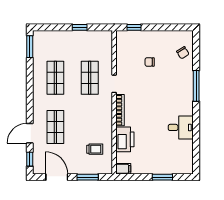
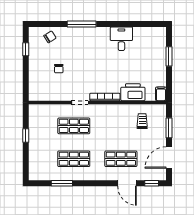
window: (134, 27) -> (26, 49), moved
window: (30, 47) -> (62, 183), moved

